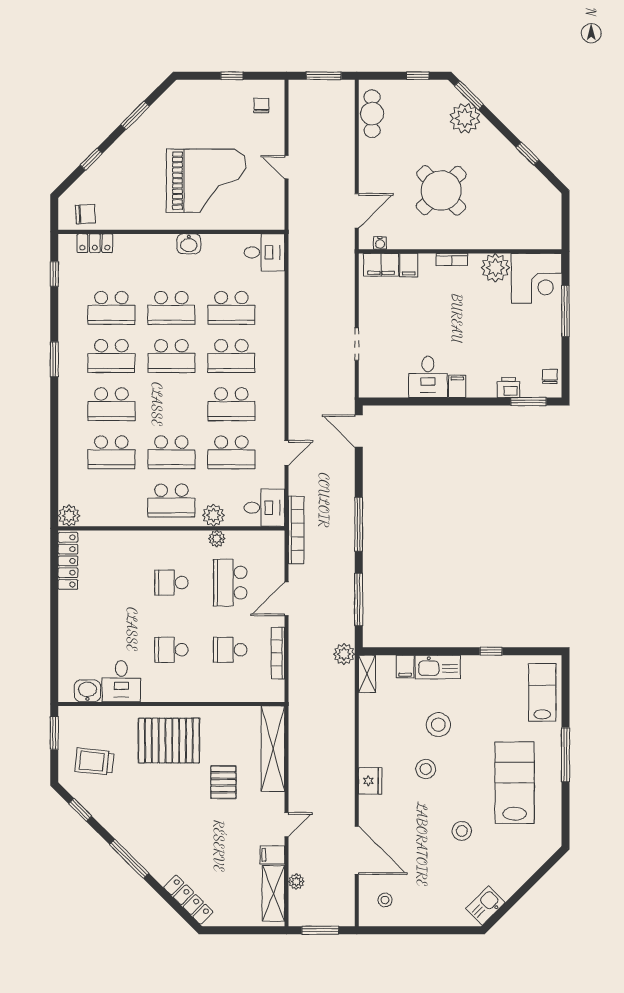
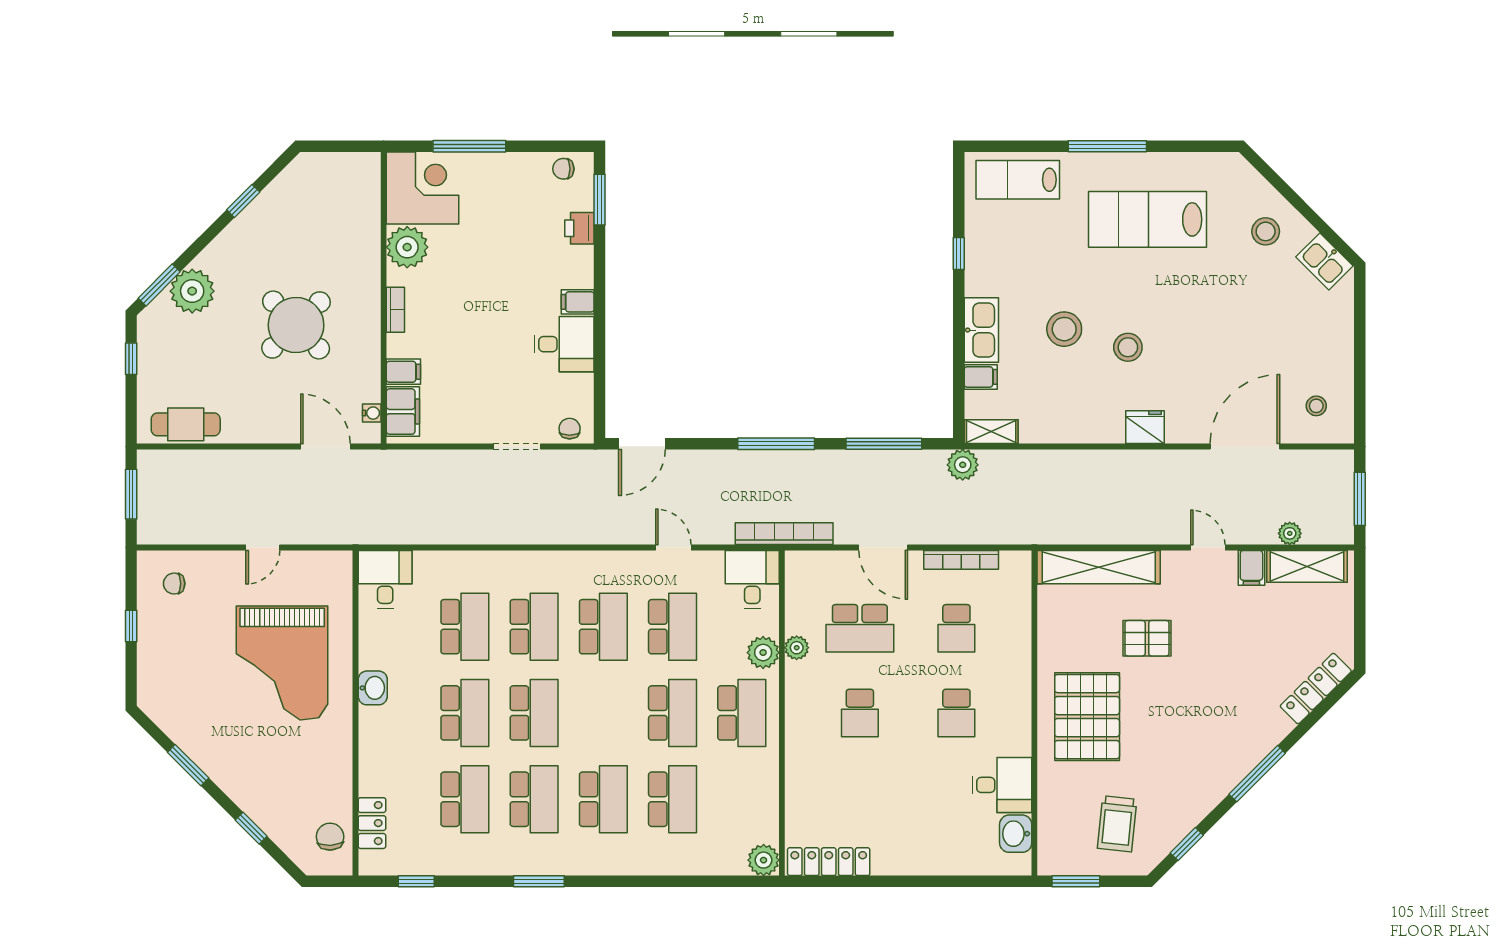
grand piano: (206, 181) -> (282, 663), turned 180
chair: (369, 381) -> (570, 429), added
stool: (462, 831) -> (1266, 231), moved

